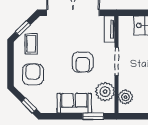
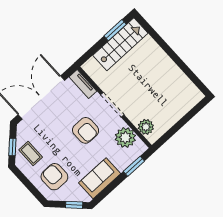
sofa: (74, 103) -> (100, 178), moved

